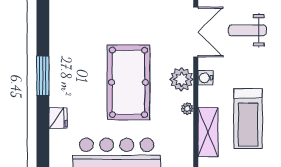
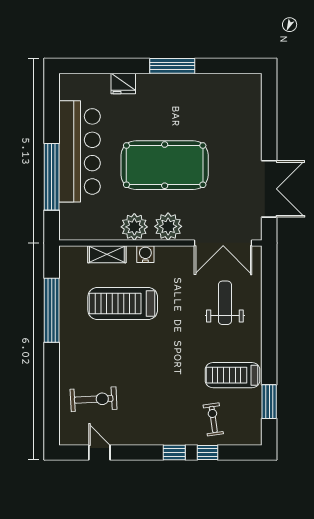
water cooler: (205, 78) -> (145, 254), moved
plant: (187, 109) -> (134, 227), width x1.87, depth x1.87
shelving: (208, 132) -> (107, 254), width x0.67, depth x0.75

